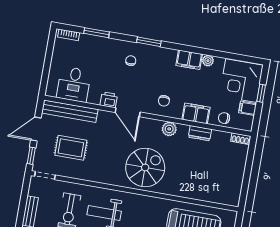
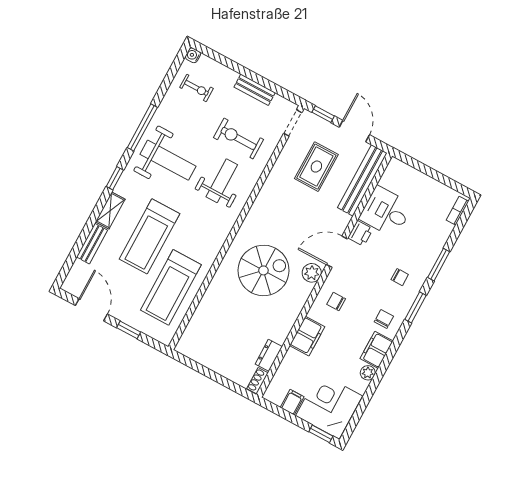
window: (97, 33) -> (439, 265), moved
desk: (74, 84) -> (386, 212), moved
window: (261, 93) -> (321, 434), moved
chair: (224, 118) -> (384, 319), moved
plant: (169, 129) -> (312, 273), moved
dresser: (200, 133) -> (269, 355), moved
spiral stairs: (145, 167) -> (263, 270), moved, turned -90

